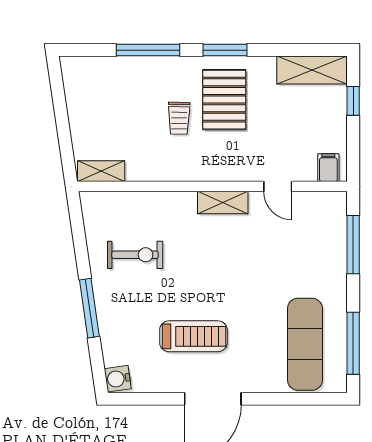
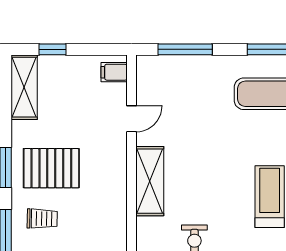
trolley: (179, 118) -> (42, 219), moved
shelving: (223, 203) -> (150, 181), width x1.50, depth x1.33

